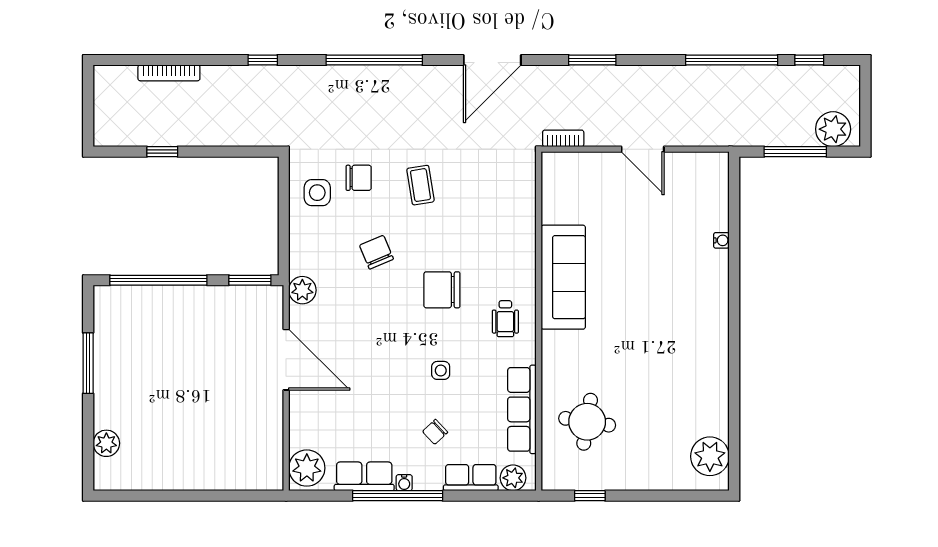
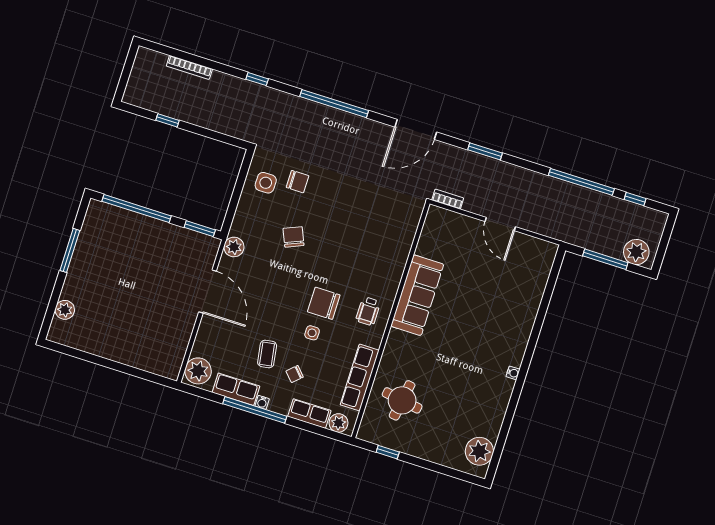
coffee table: (421, 185) -> (267, 354), moved
water cooler: (721, 240) -> (513, 373), moved
chair: (442, 290) -> (324, 303), moved

